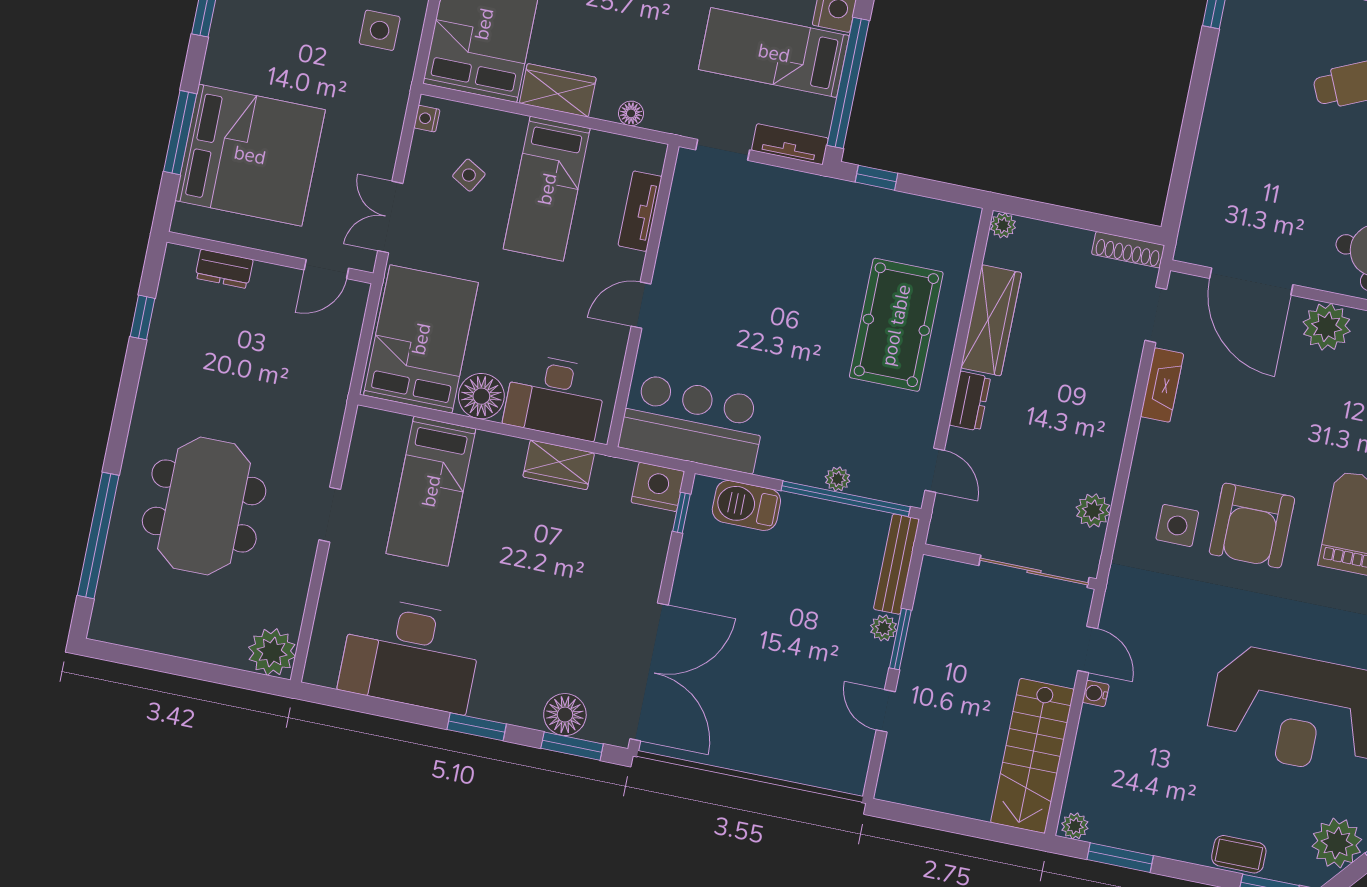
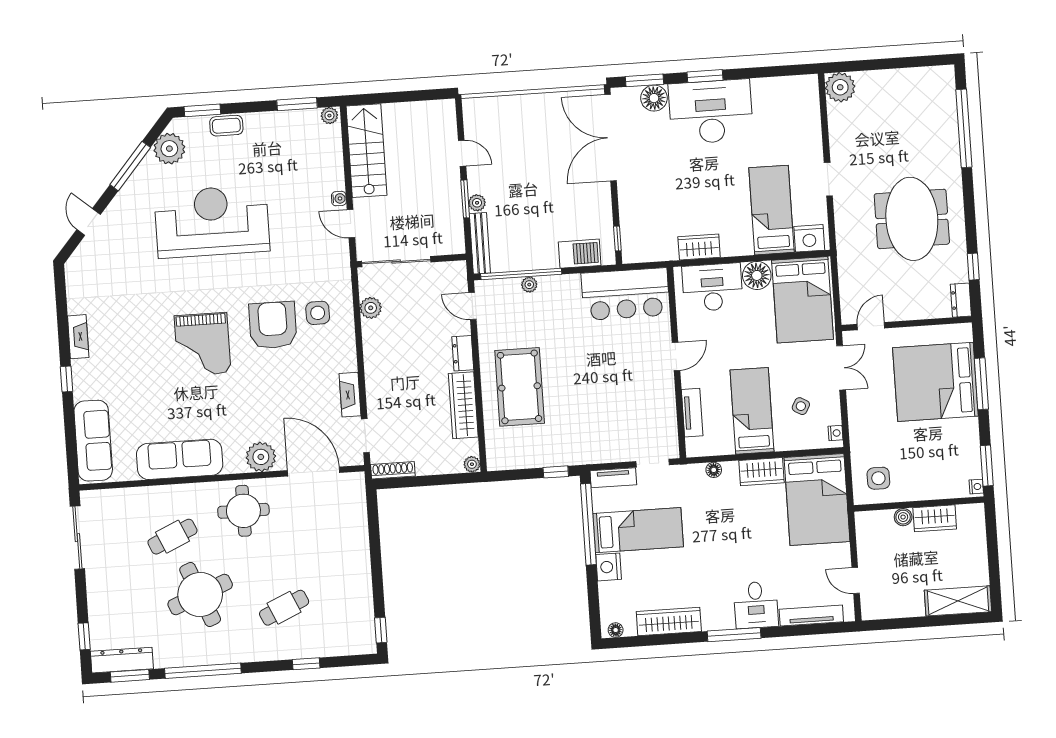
dresser: (224, 269) -> (961, 300), moved, turned -90
nightstand: (658, 487) -> (809, 238), moved
meeting table: (204, 506) -> (912, 219), moved
desk: (411, 655) -> (711, 112), moved

